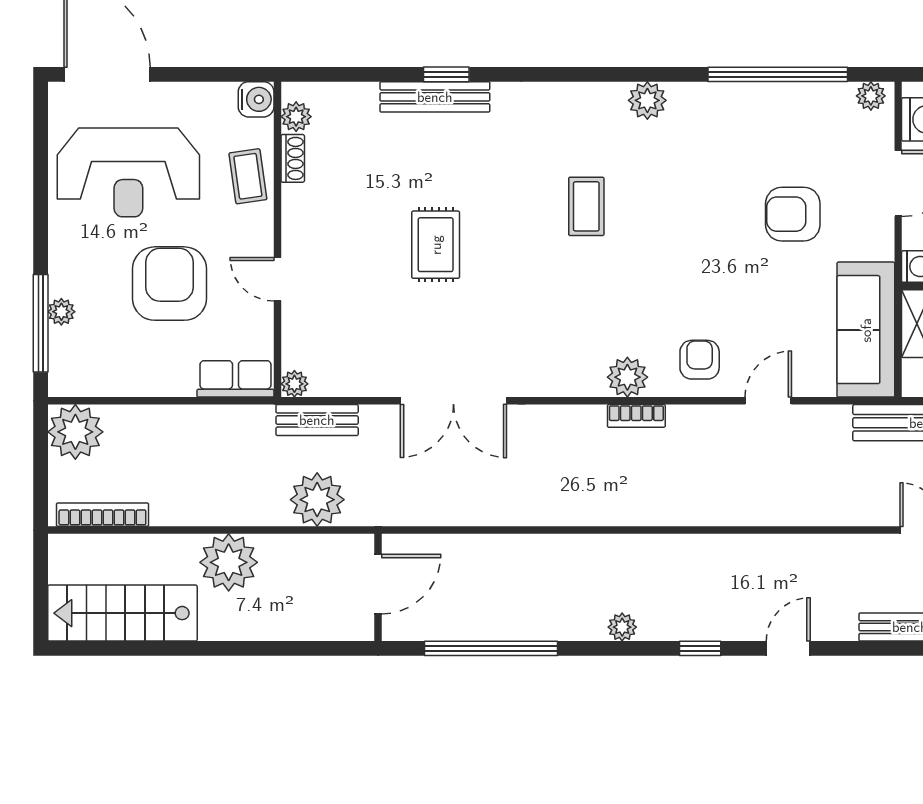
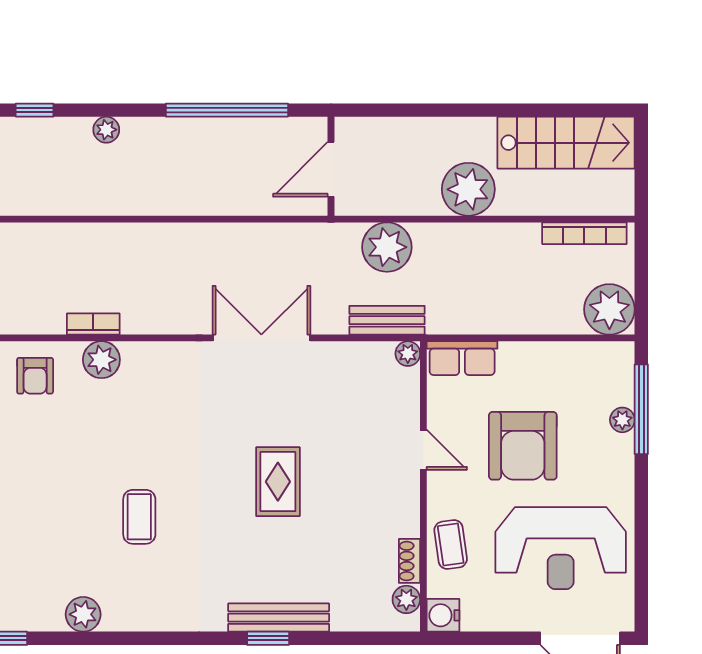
reception desk: (128, 172) -> (561, 548), turned 180

